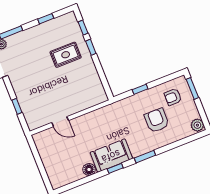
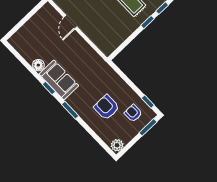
window: (140, 89) -> (148, 102), moved
armchair: (157, 120) -> (107, 107), turned -90

